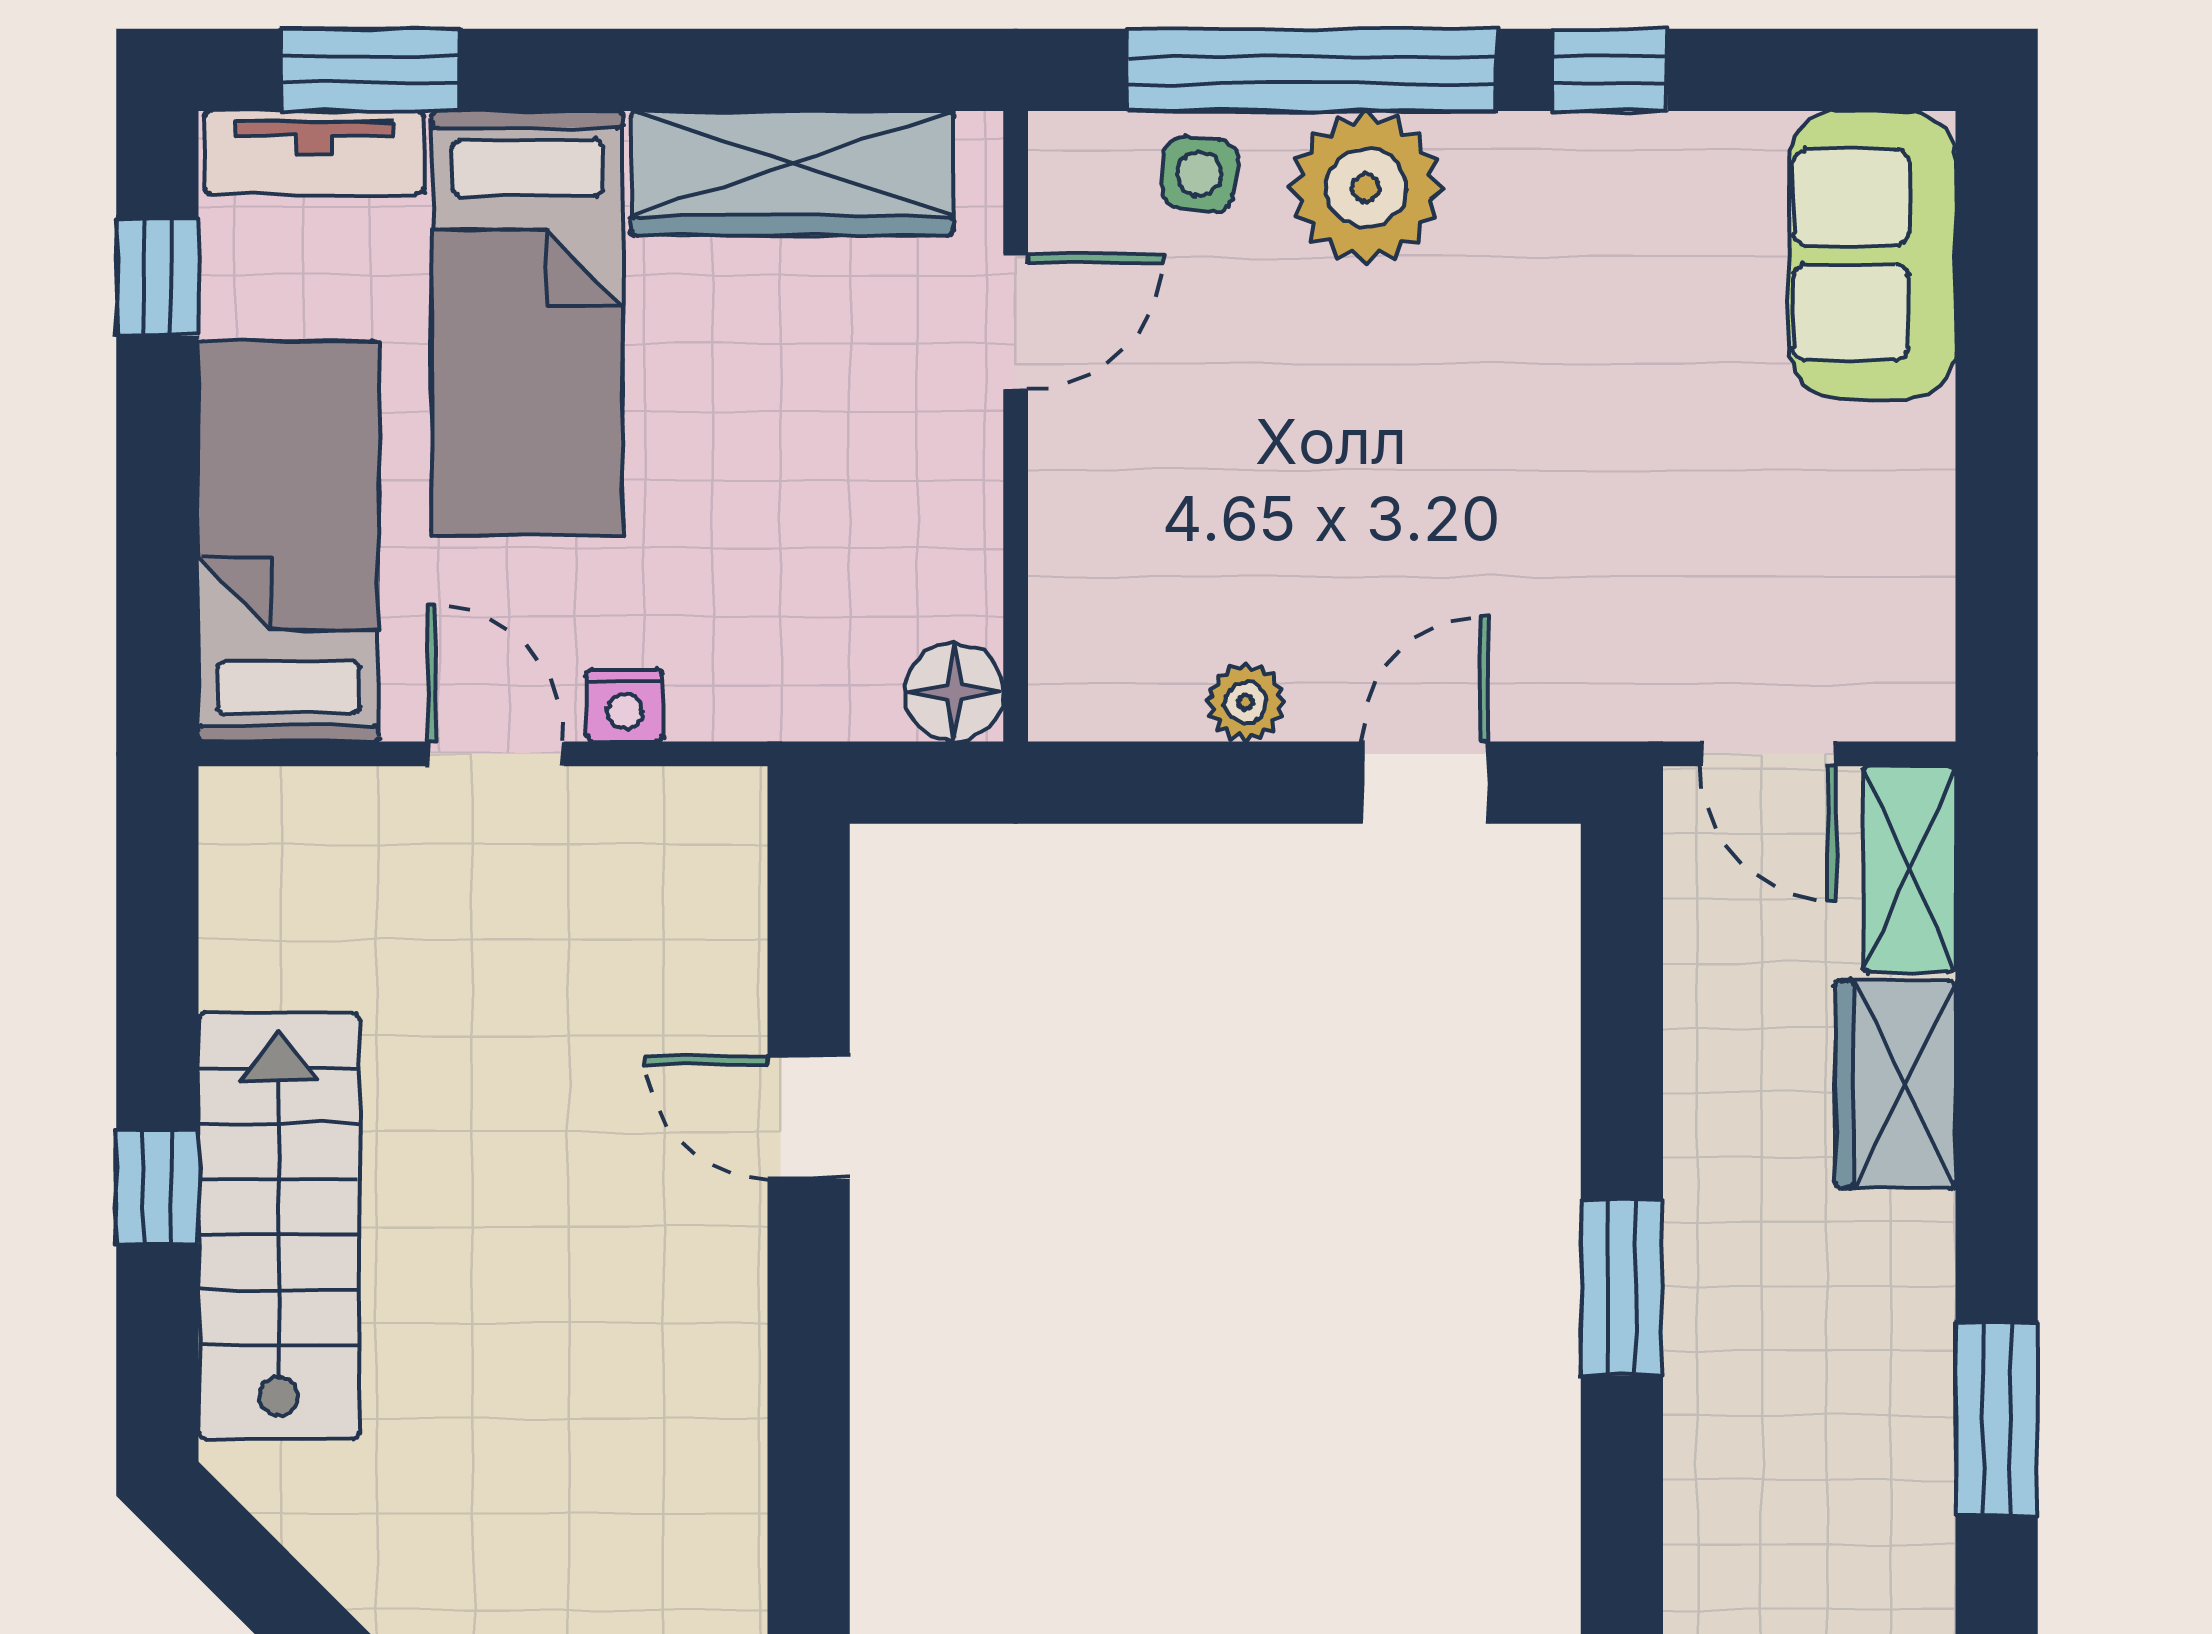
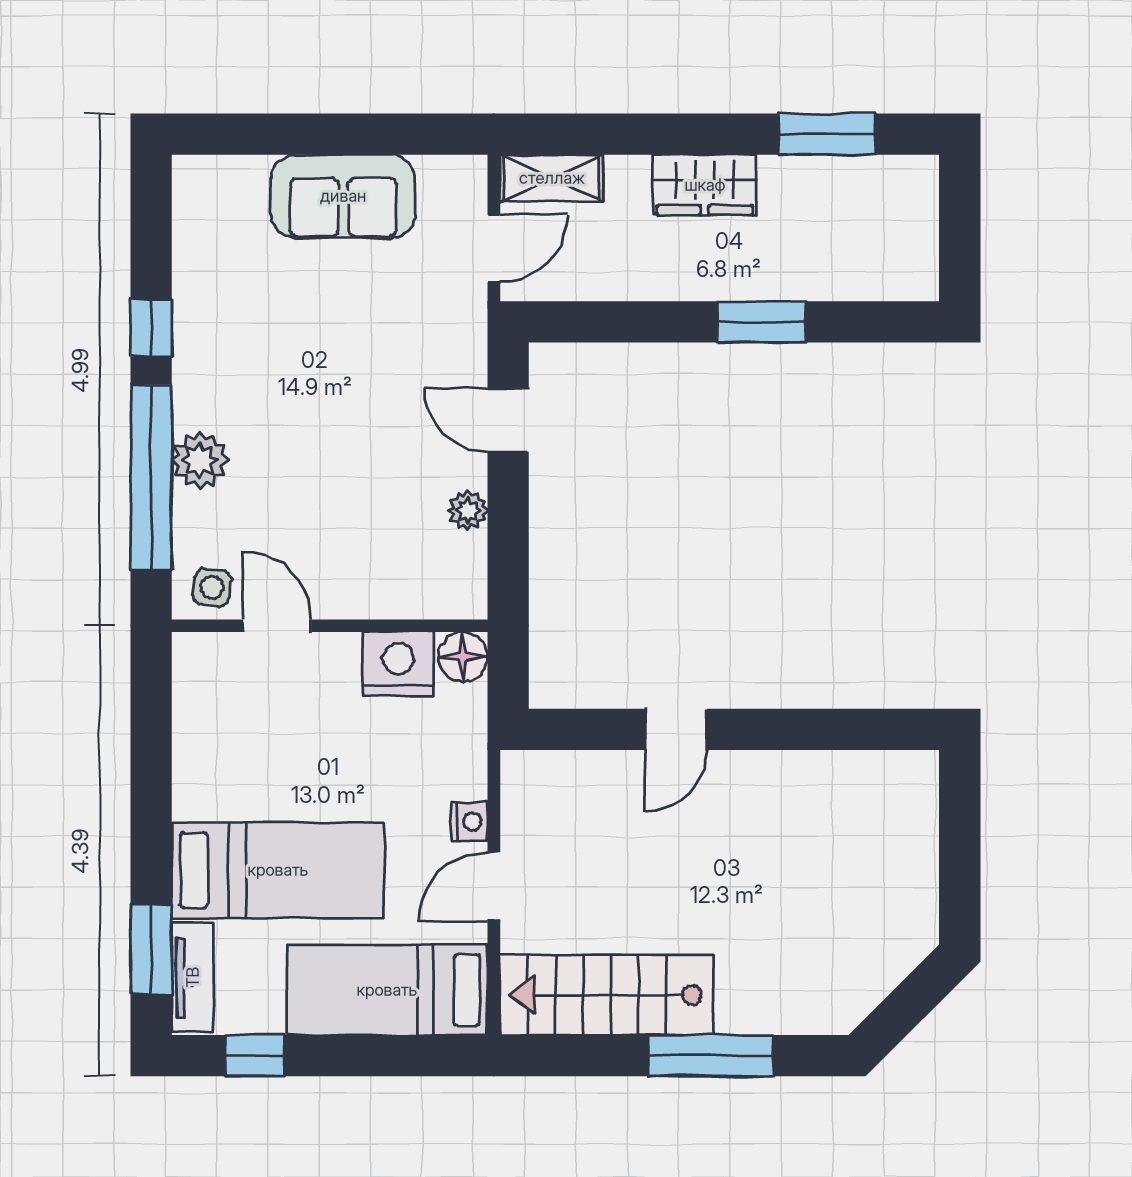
wardrobe: (792, 173) -> (203, 738), removed
side table: (1200, 174) -> (212, 587), moved
plant: (1366, 188) -> (200, 460), width x0.73, depth x0.73
sofa: (1872, 255) -> (343, 196), moved
nightstand: (940, 563) -> (398, 664), added
wardrobe: (1895, 1084) -> (705, 185), moved
window: (157, 1187) -> (711, 1056), width x2.17
stairs: (279, 1226) -> (607, 995), moved

